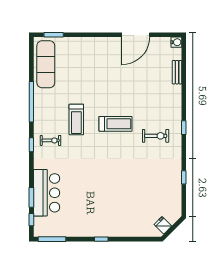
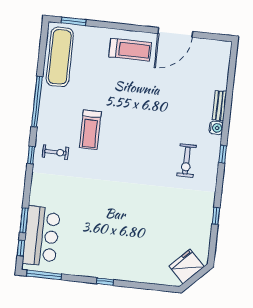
water cooler: (176, 42) -> (216, 128), moved
bench: (177, 72) -> (219, 106), moved
treadmill: (116, 124) -> (130, 50), moved
exercise bike: (156, 136) -> (186, 161), turned 90
bar counter: (47, 193) -> (41, 236), moved
fridge: (163, 225) -> (187, 266), width x1.88, depth x1.34

